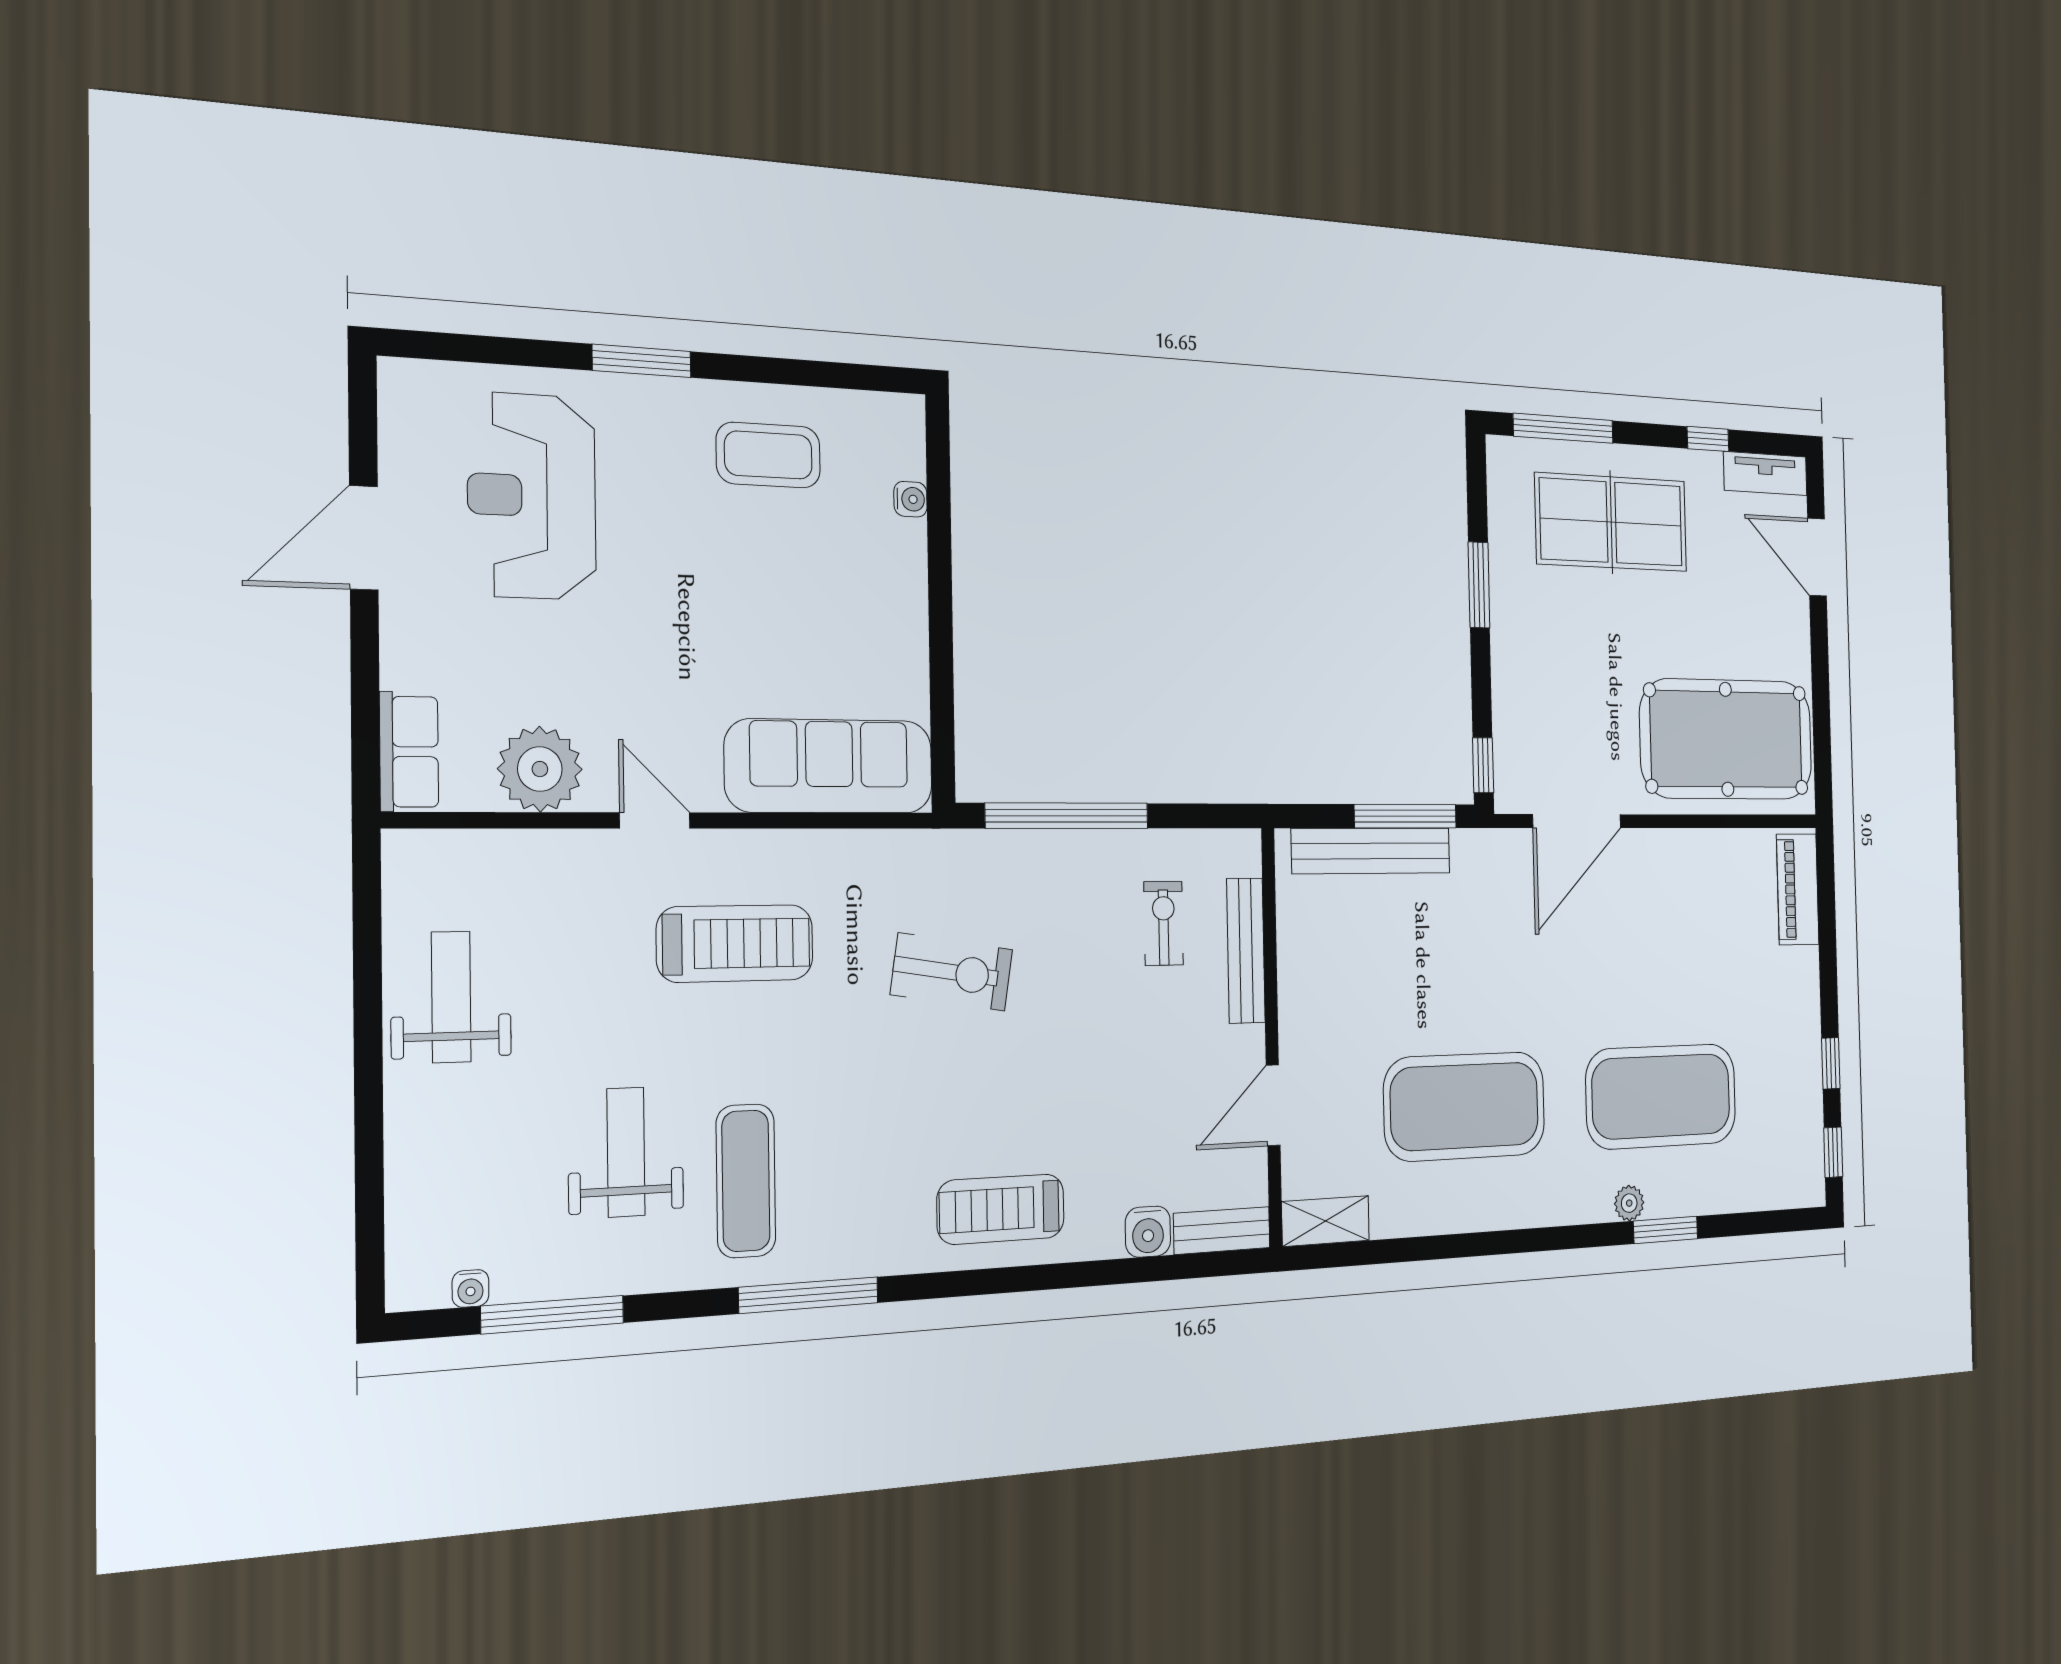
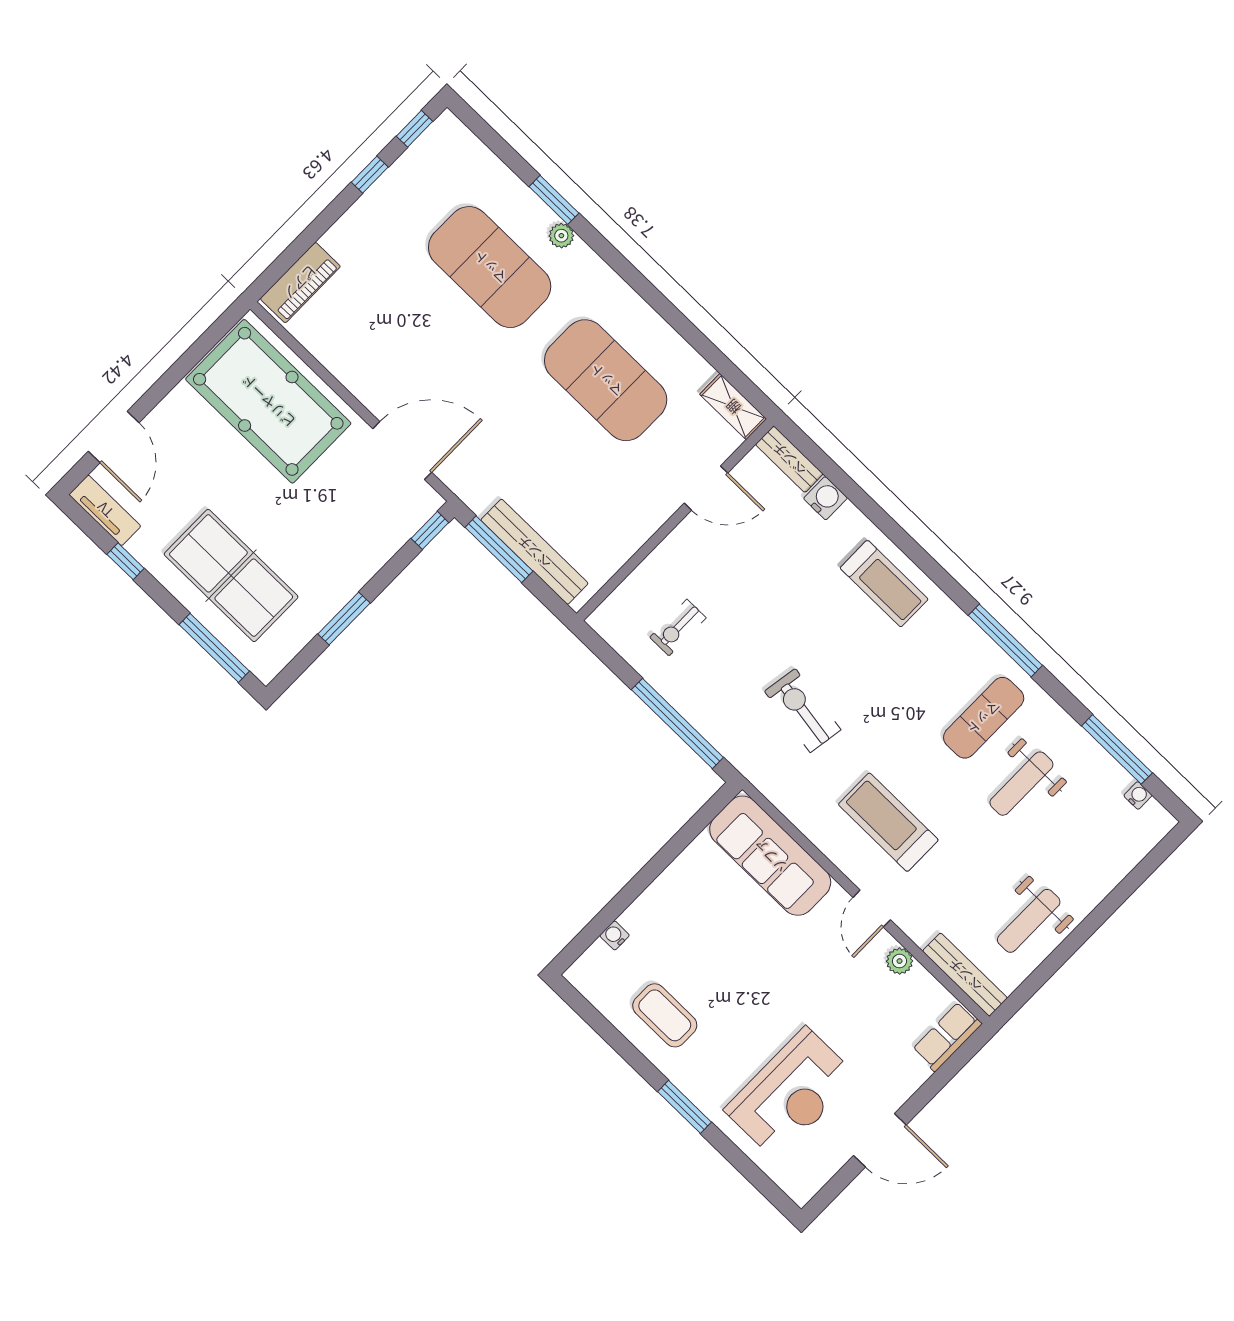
plant: (540, 769) -> (900, 961), width x0.53, depth x0.53
bench: (1246, 951) -> (965, 975), moved, turned 90

